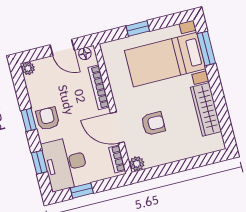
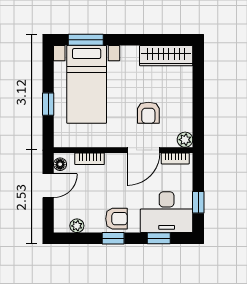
plant: (28, 68) -> (77, 226), moved
bookcase: (99, 87) -> (90, 159), width x0.64
wardrobe: (206, 109) -> (166, 56), moved
armchair: (48, 119) -> (117, 219), turned 180
armchair: (153, 123) -> (148, 113), turned 180

